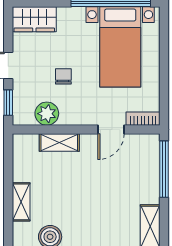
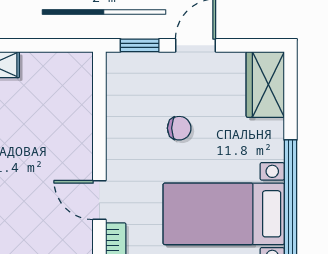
plant: (47, 114) -> (123, 103), removed
shelving: (59, 143) -> (80, 122), removed

